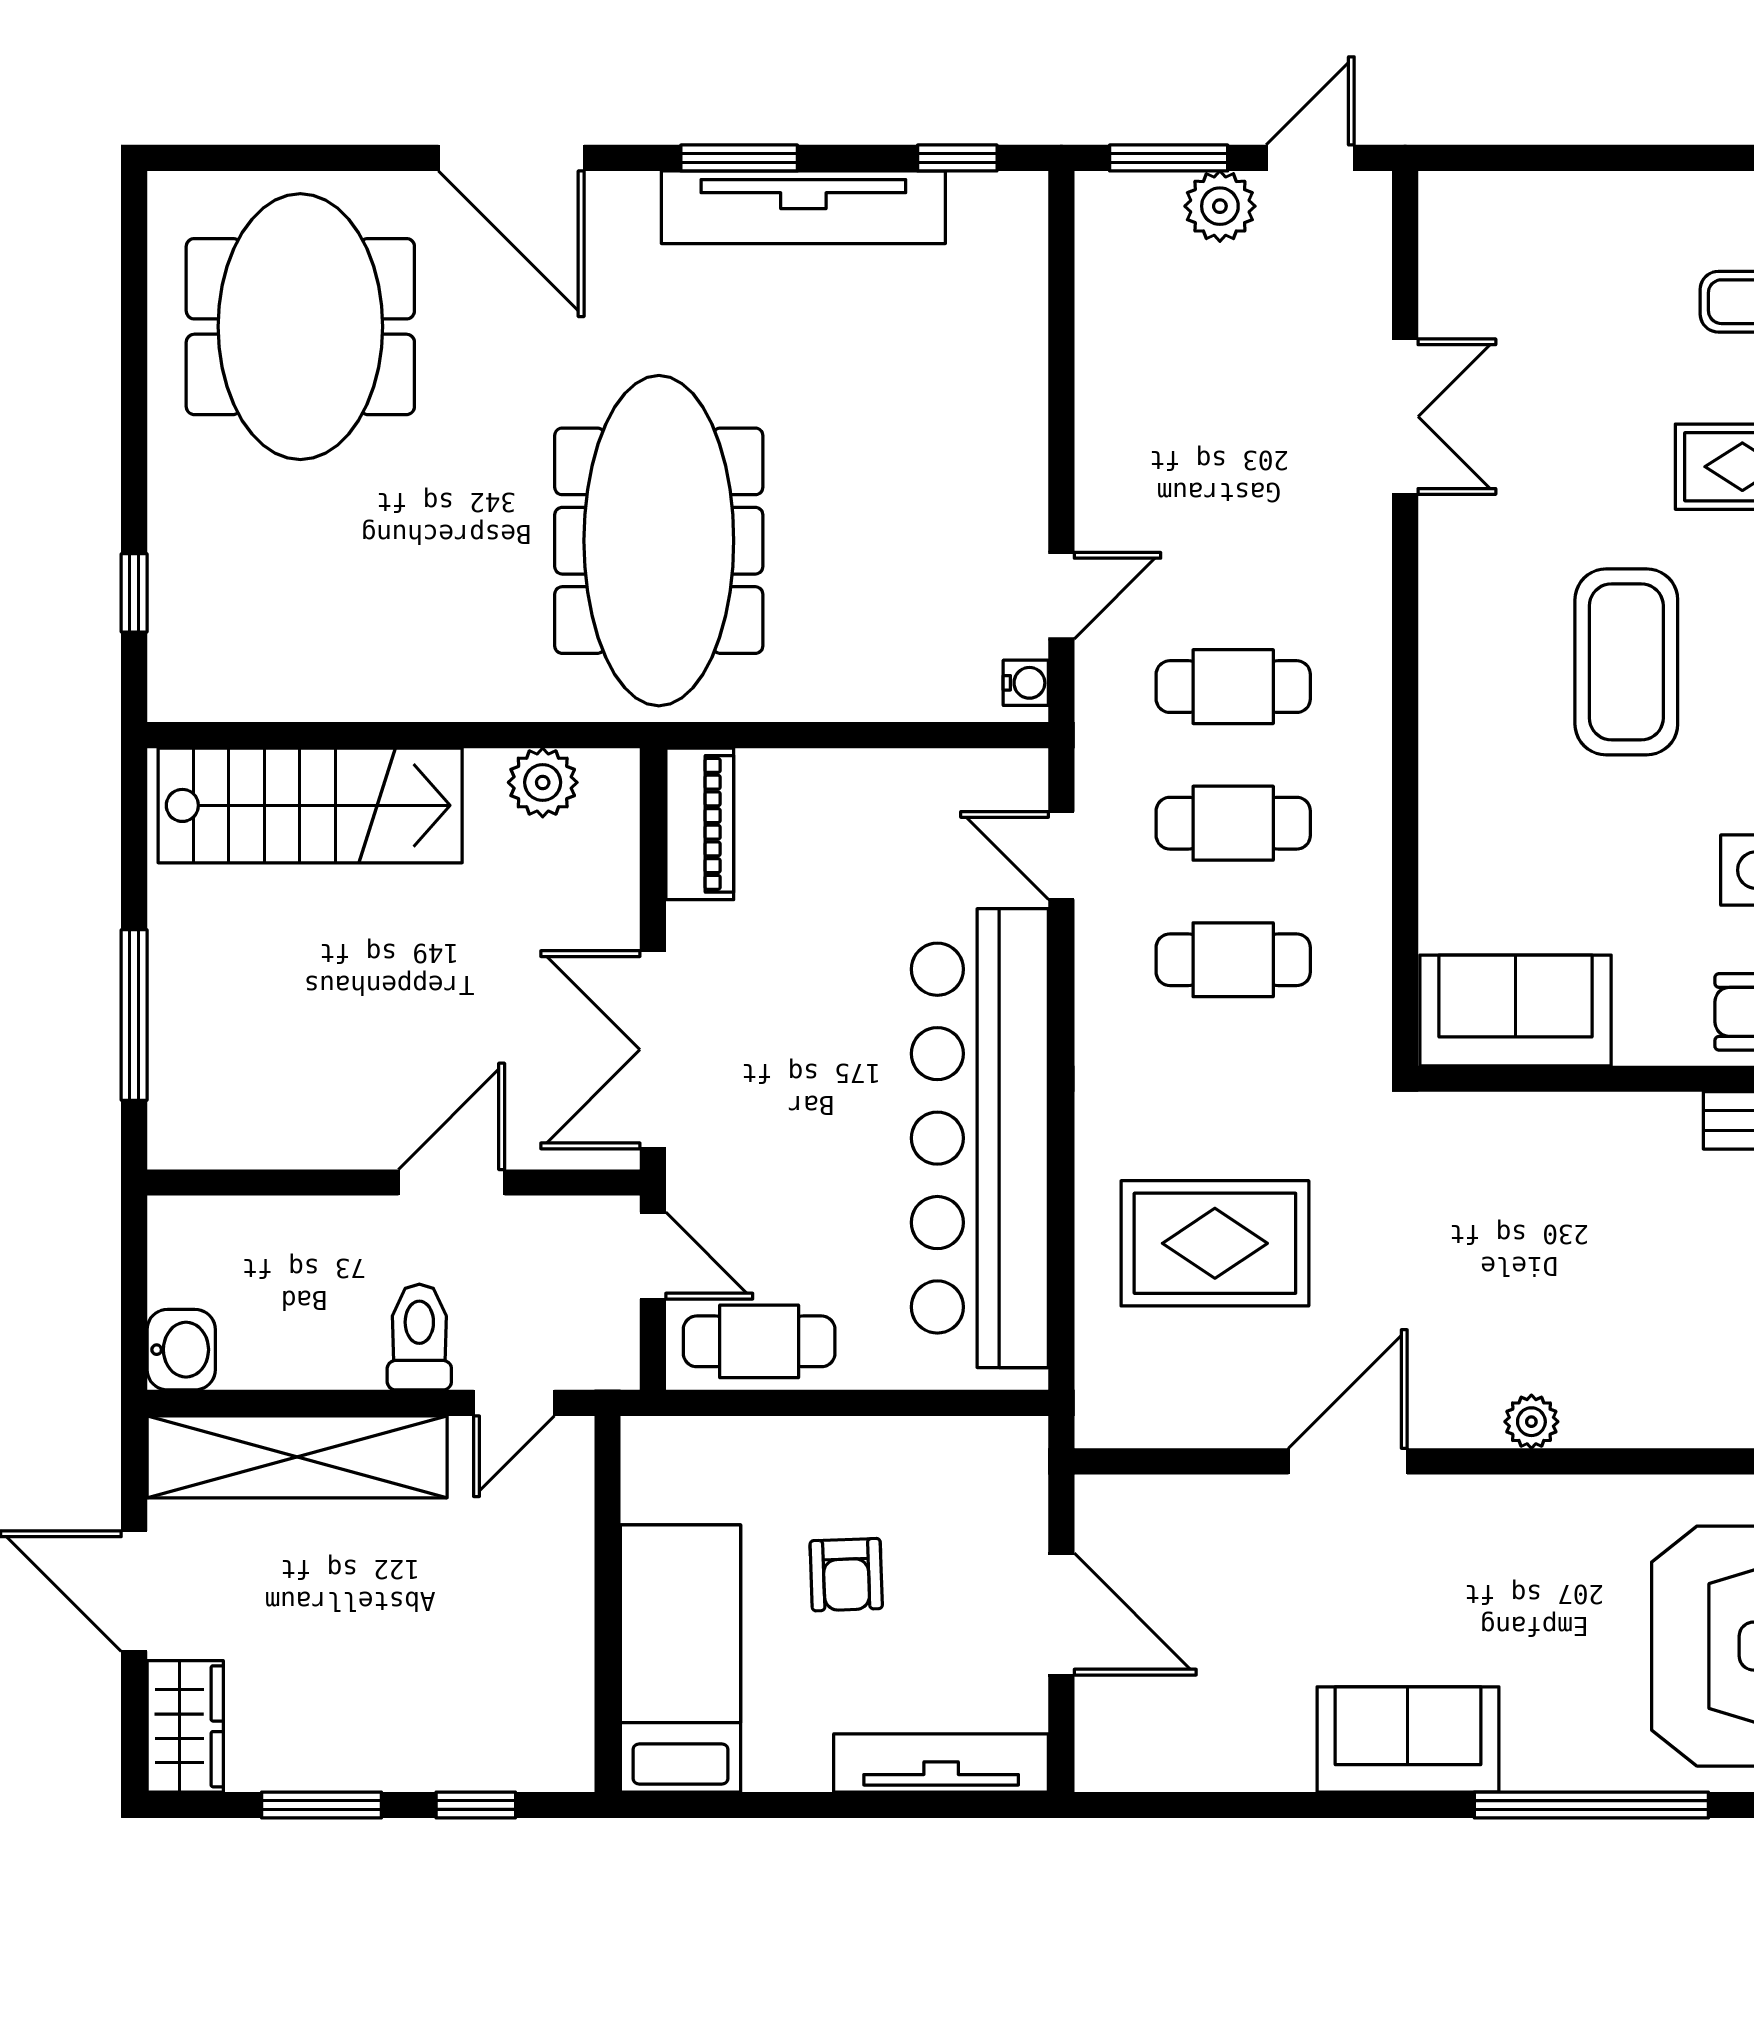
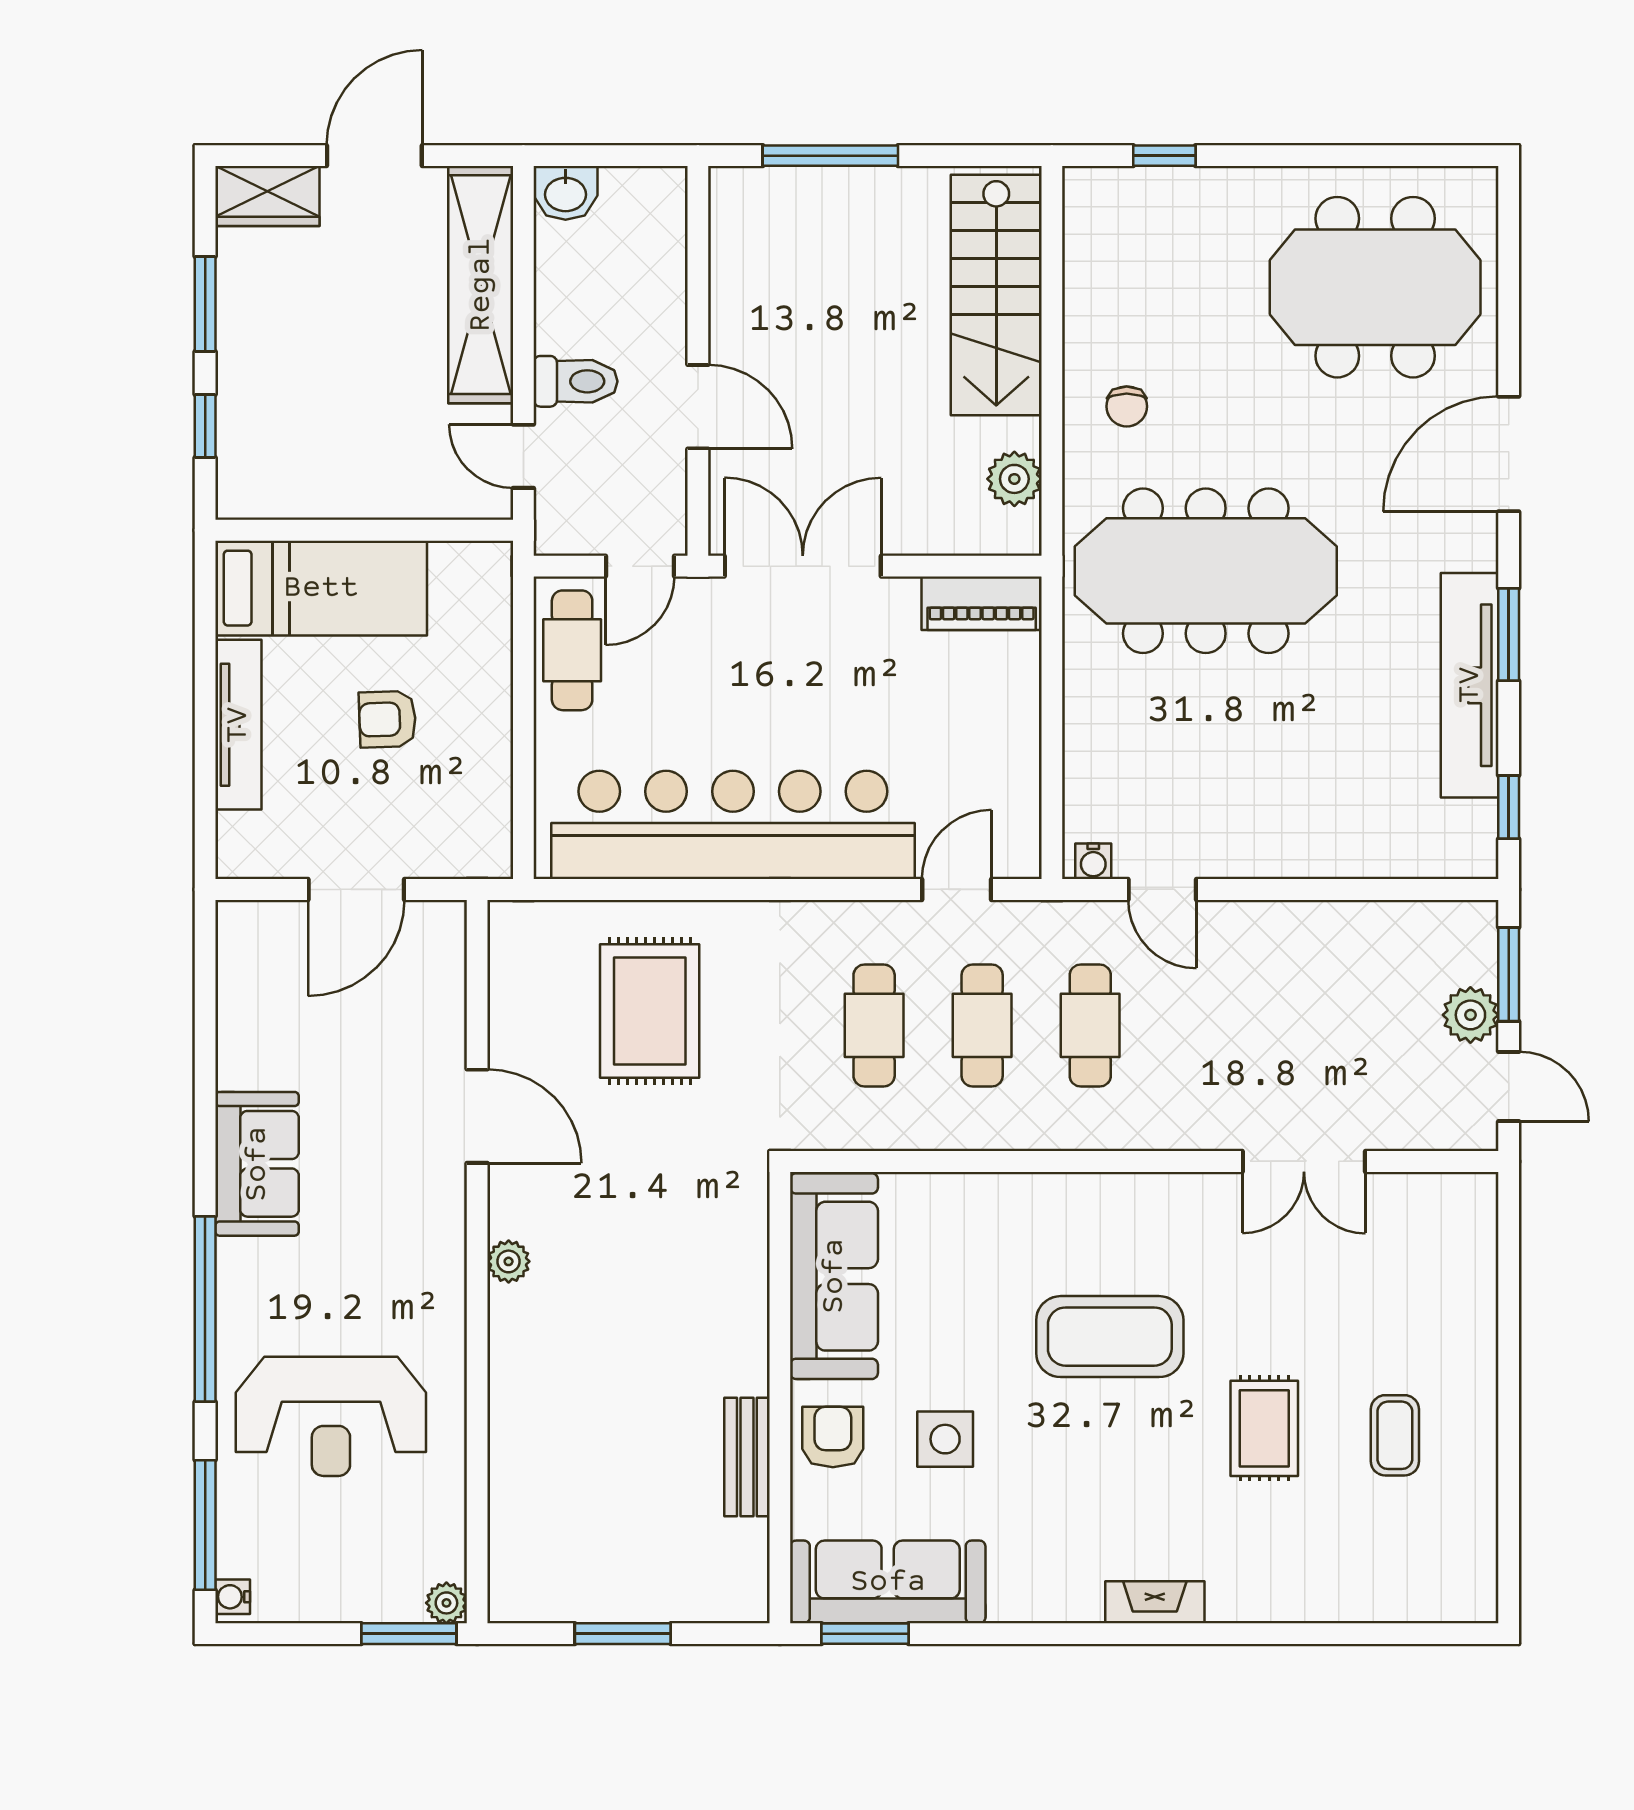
chair: (451, 641) -> (1127, 406), added
sofa: (1515, 1010) -> (834, 1276), width x1.36
tv unit: (941, 1763) -> (238, 725), moved

